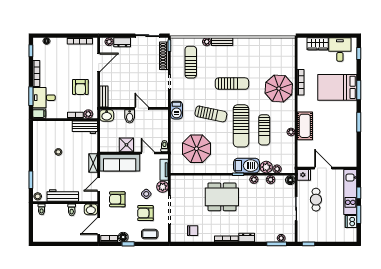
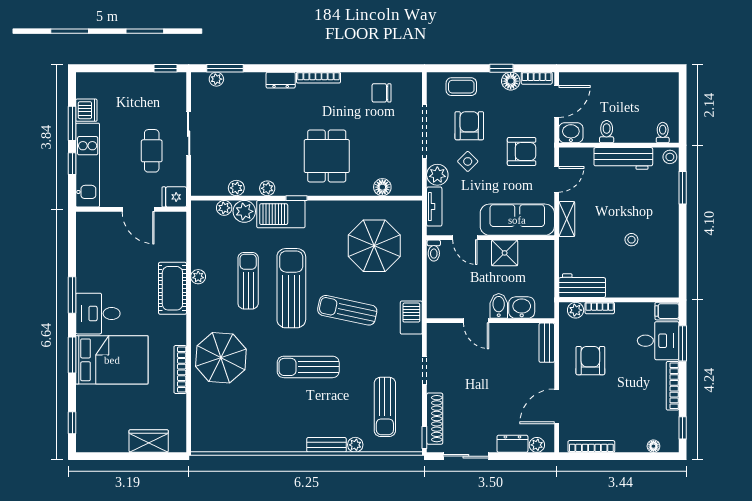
desk: (340, 50) -> (98, 314), moved, turned 90
washbasin: (107, 115) -> (522, 308), moved
floor lamp: (290, 180) -> (382, 187), moved
dining table: (222, 197) -> (327, 156), width x0.73
armchair: (145, 213) -> (469, 126), turned -90

